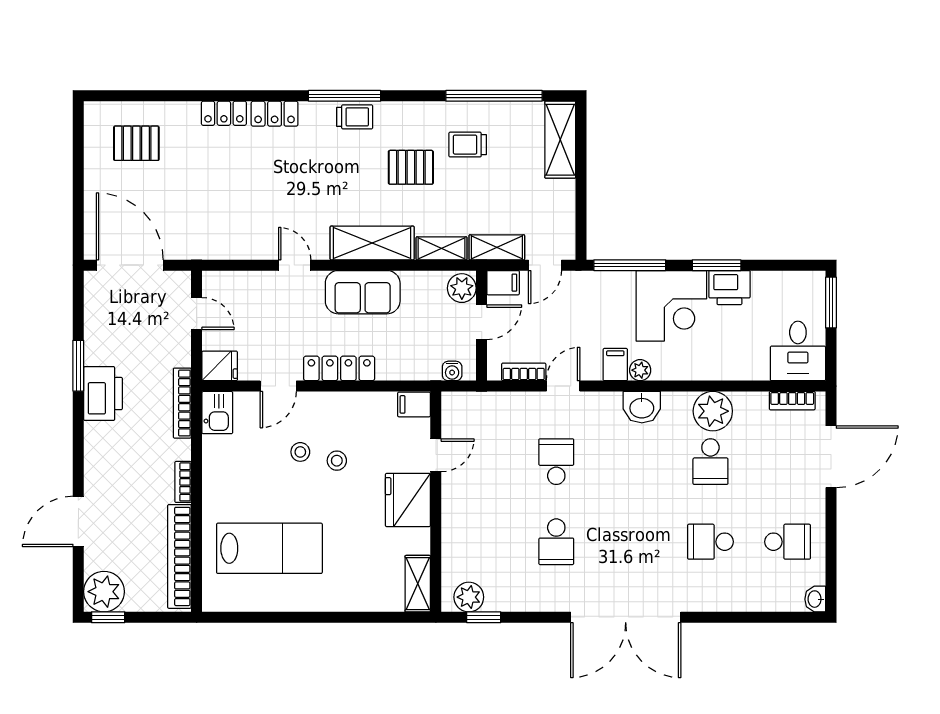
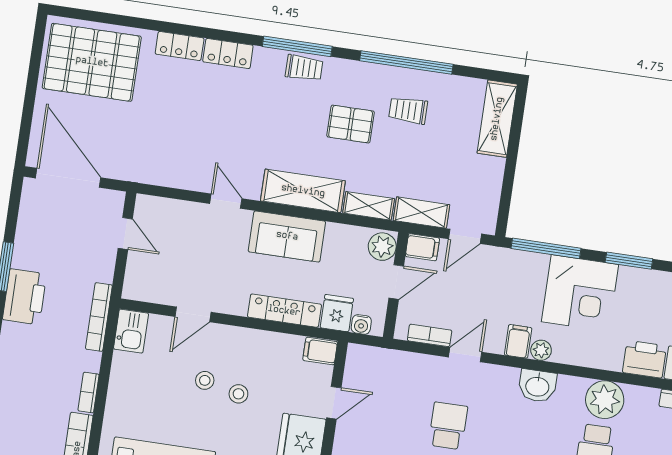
window: (494, 96) -> (406, 62), moved
pallet: (136, 143) -> (92, 62), width x2.05, depth x2.00
printer: (729, 288) -> (645, 359), moved, turned 180
fridge: (220, 366) -> (337, 313), moved, turned -90
locker: (339, 368) -> (284, 311), moved

